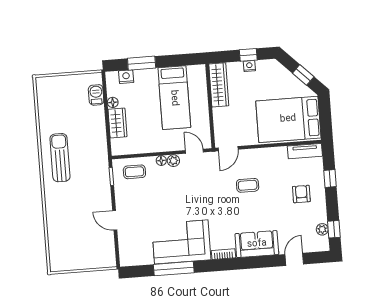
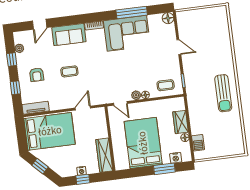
bed: (174, 98) -> (143, 143), width x1.50
door: (228, 149) -> (83, 108), moved
coffee table: (248, 185) -> (69, 71), moved
window: (334, 229) -> (12, 59), moved
floor lamp: (127, 259) -> (168, 18), added

